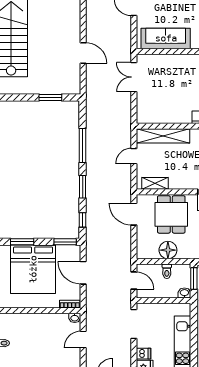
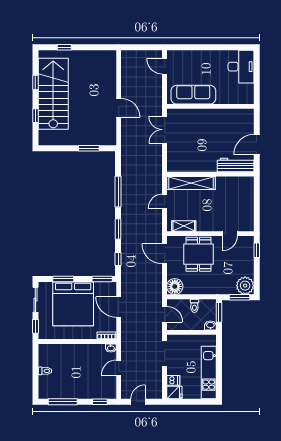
floor lamp: (168, 250) -> (175, 286), moved

